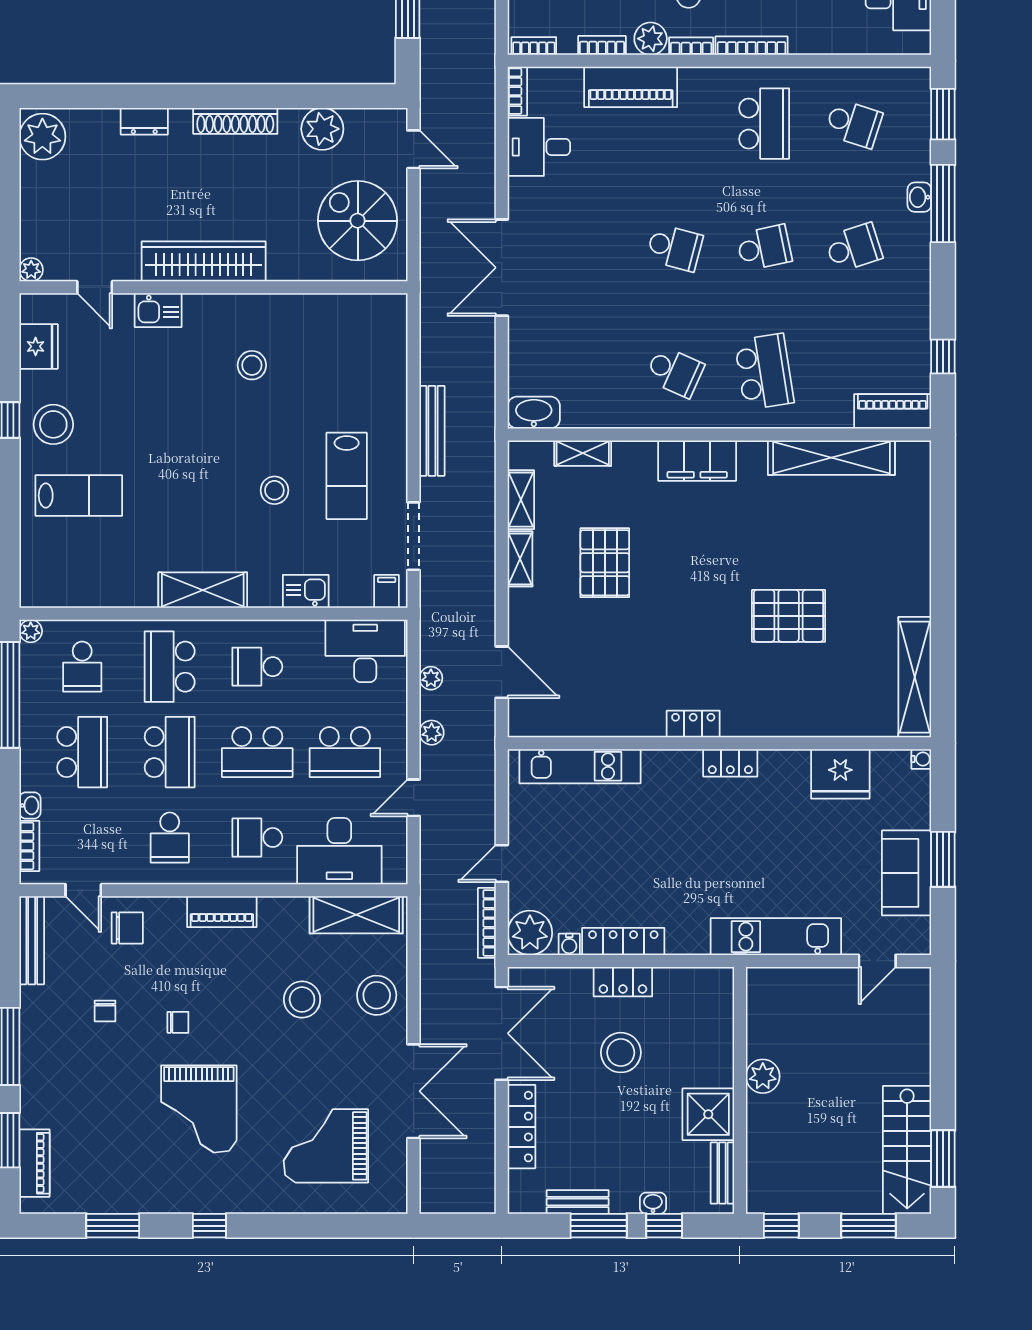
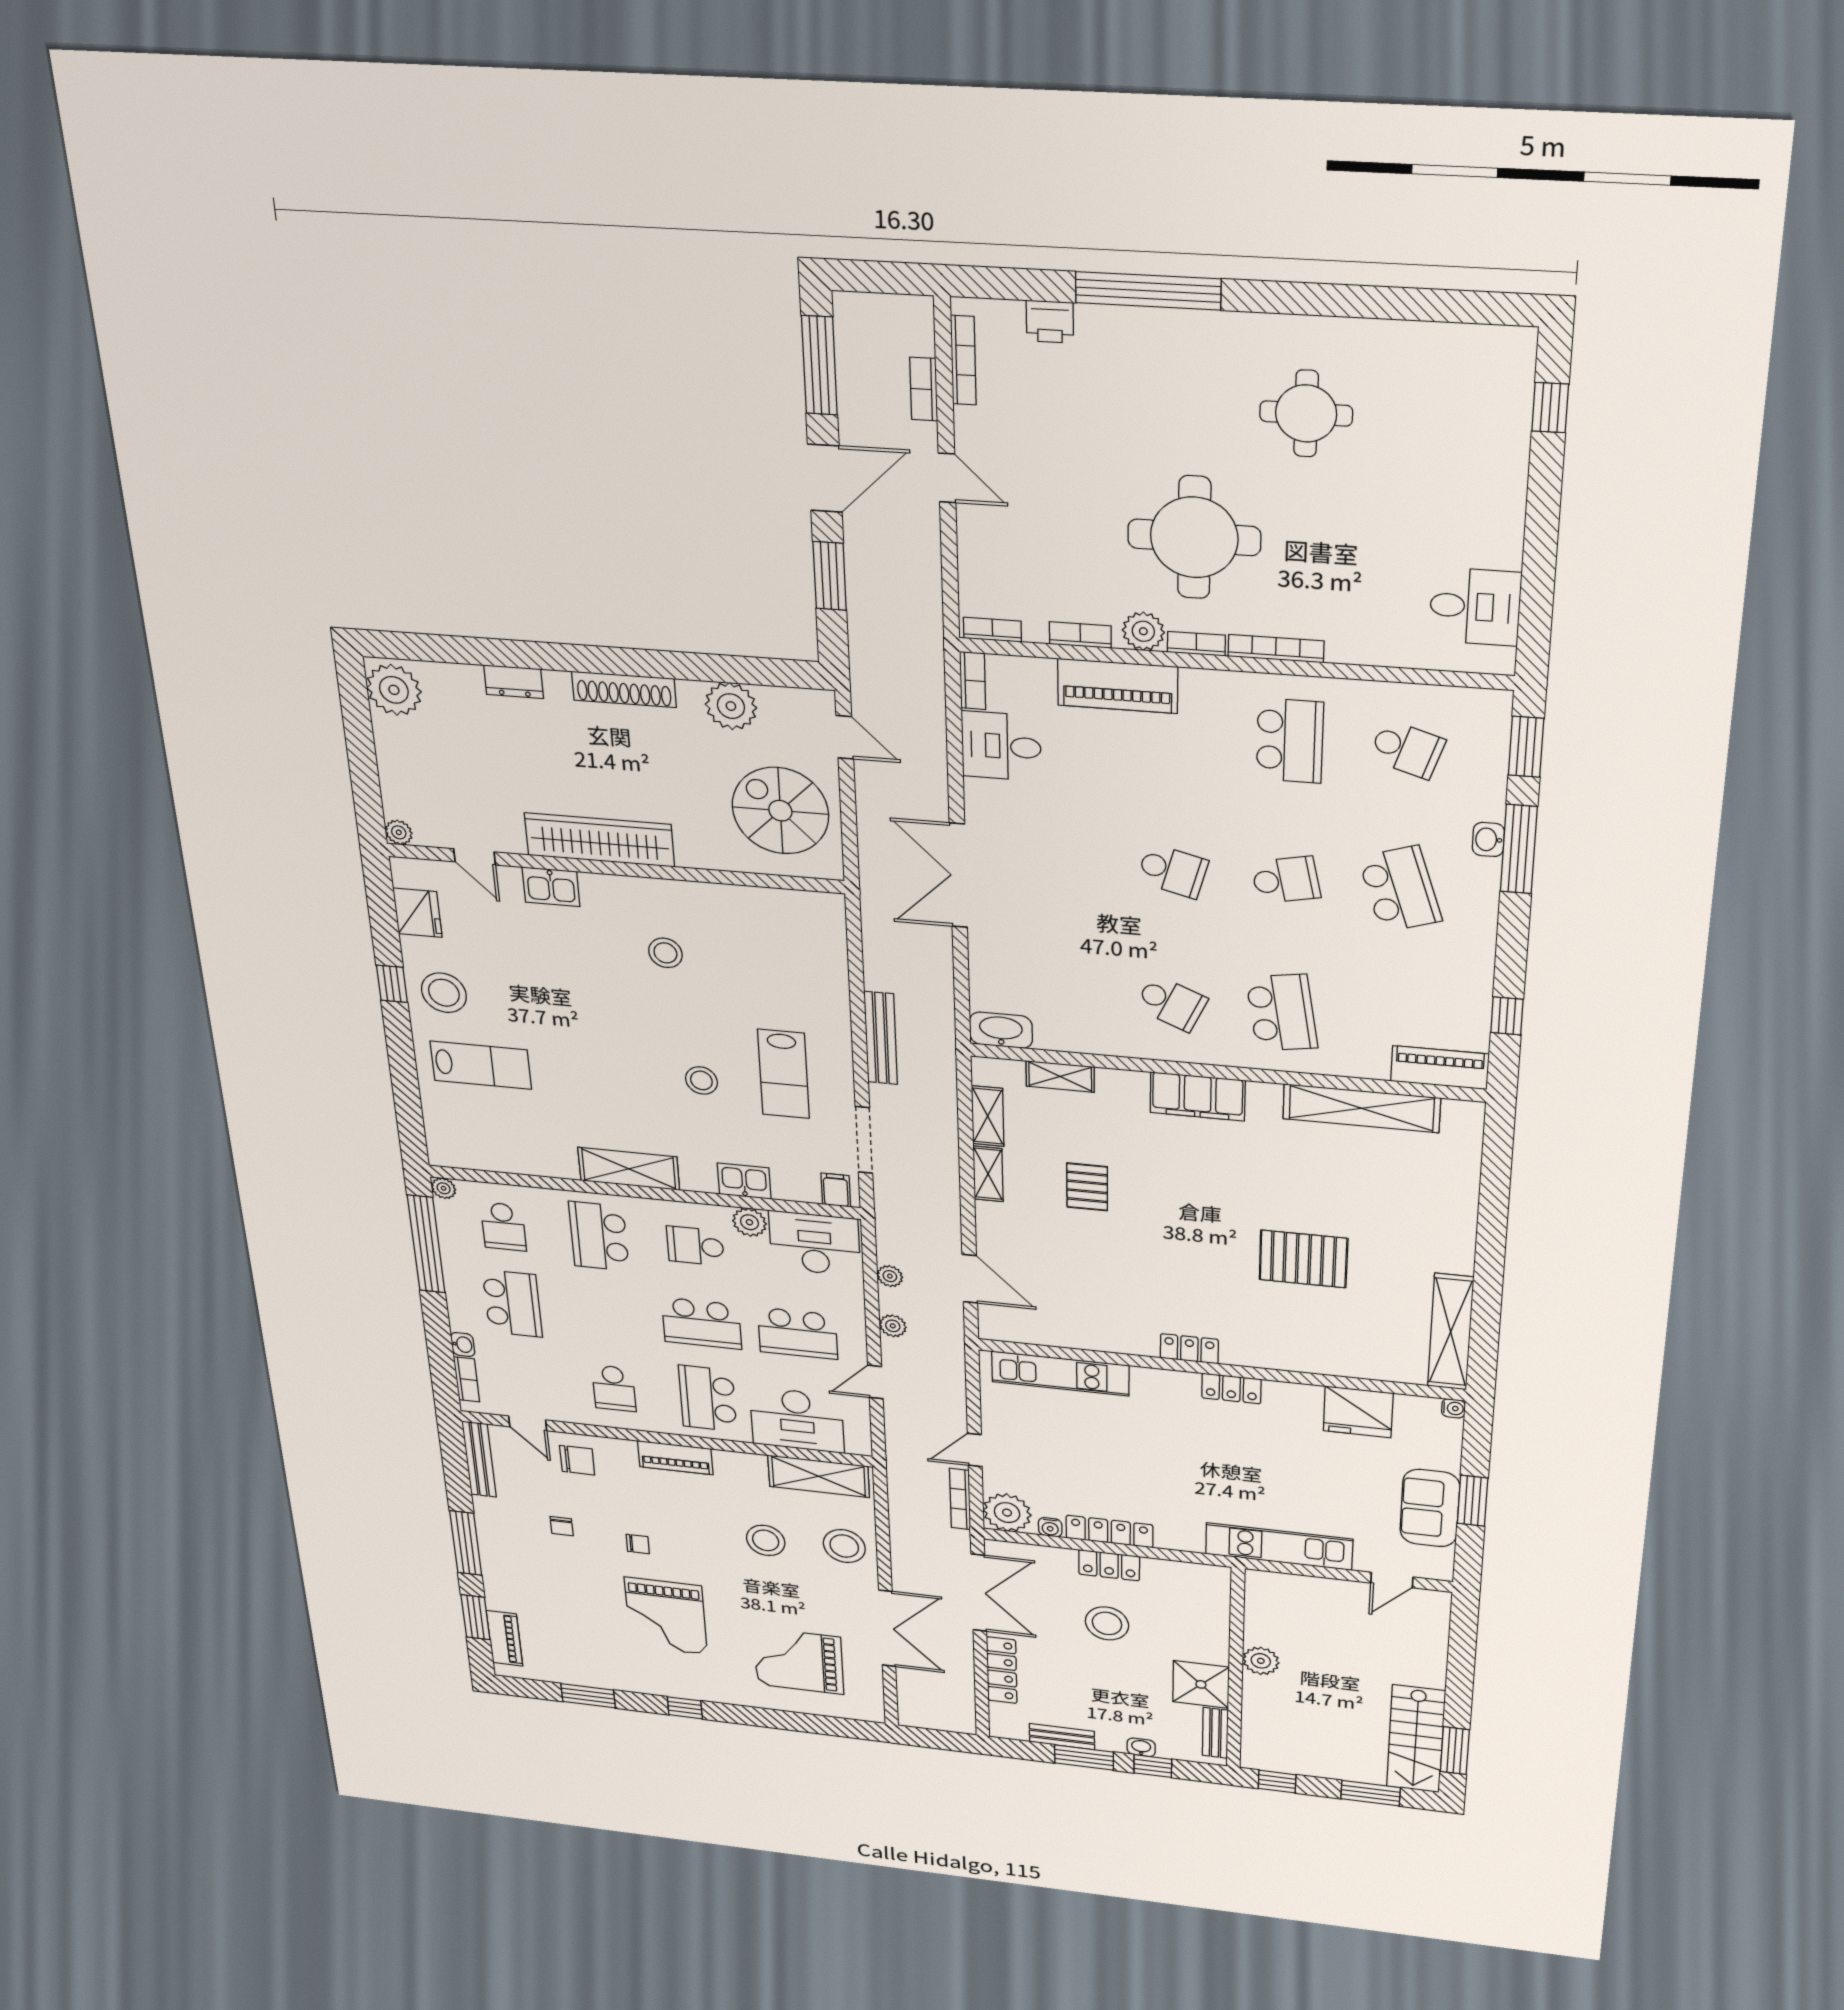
school desk: (854, 248) -> (1400, 889), width x1.85
pallet: (605, 563) -> (1087, 1187), width x0.67, depth x0.71
plant: (308, 635) -> (749, 1222), added
school desk: (170, 752) -> (607, 1313), removed
school desk: (257, 837) -> (708, 1398), width x1.85

